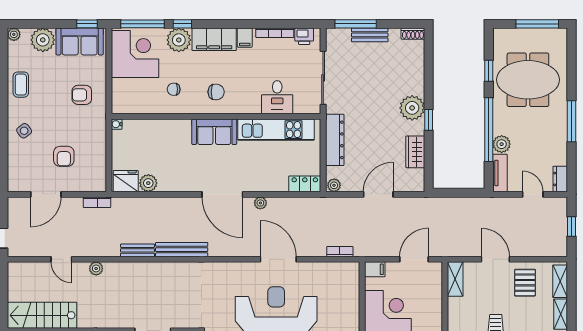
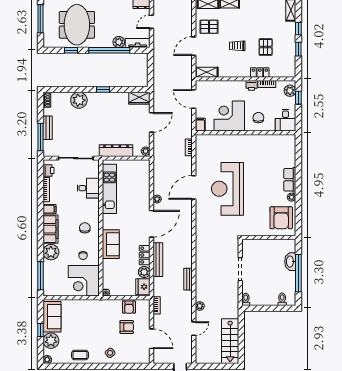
window: (87, 24) -> (40, 330), moved
window: (182, 24) -> (40, 250), removed
corner desk: (135, 54) -> (84, 281), moved, turned -90
armchair: (82, 95) -> (129, 307), moved
plant: (412, 108) -> (79, 100), moved
sofa: (214, 132) -> (111, 244), moved
wardrobe: (415, 152) -> (139, 98), moved
locker: (305, 184) -> (145, 255), moved
door: (378, 194) -> (151, 122), swing flipped
bench: (182, 250) -> (158, 260), moved

